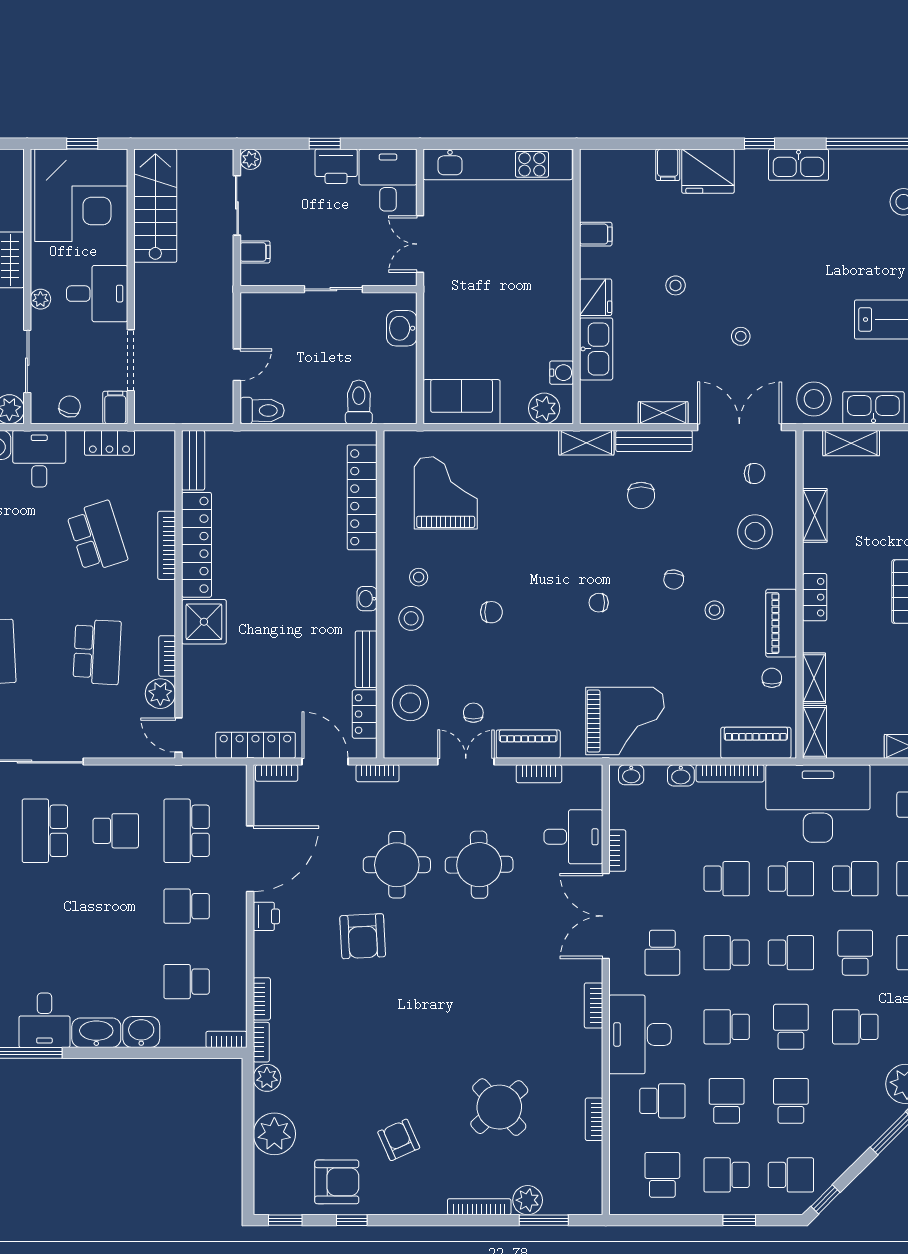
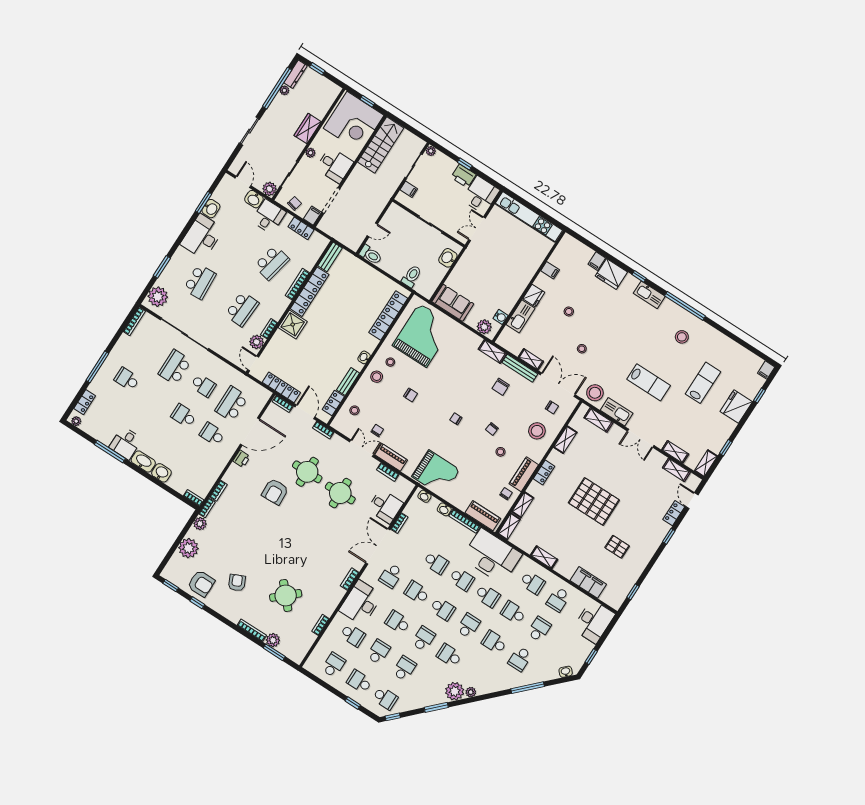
grand piano: (446, 493) -> (423, 335), width x1.37, depth x1.48
school desk: (97, 537) -> (272, 263), turned 30
stool: (410, 703) -> (354, 410), width x0.53, depth x0.53
school desk: (187, 982) -> (184, 416), moved

